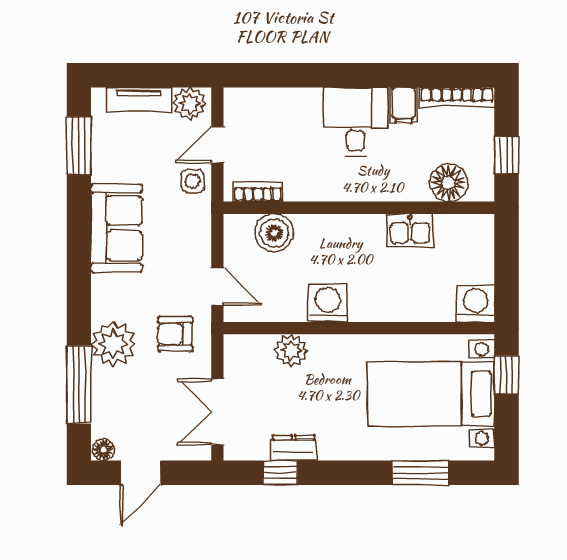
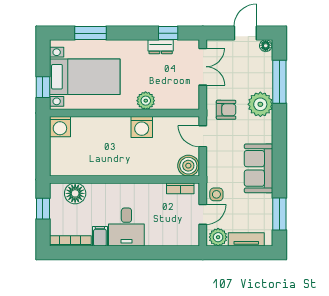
kitchen sink: (410, 231) -> (96, 167), removed
boiler: (274, 233) -> (188, 166), moved
plant: (291, 350) -> (146, 101), moved

